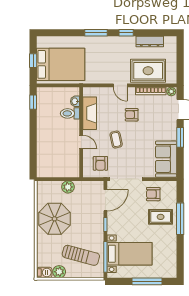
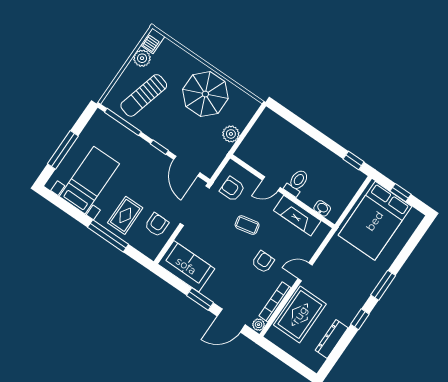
toilet: (70, 113) -> (297, 183), moved
bed with nightstands: (130, 254) -> (89, 180), moved, turned 180

